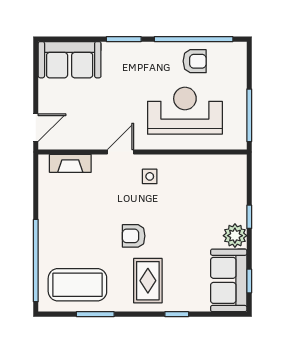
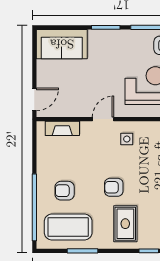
armchair: (73, 240) -> (65, 191), added

